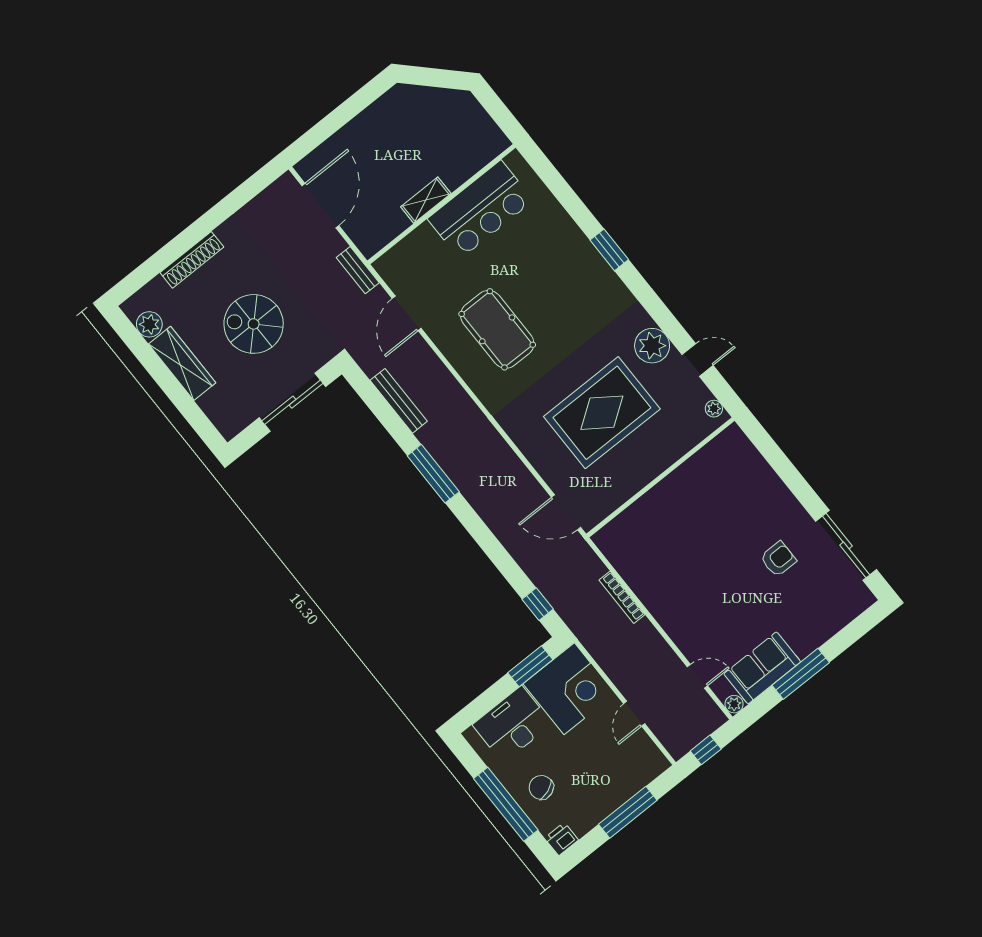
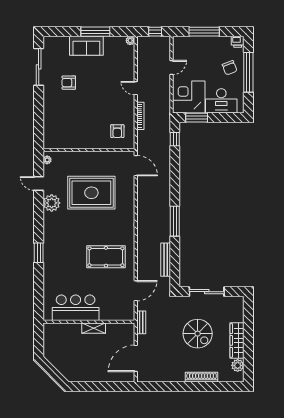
pool table: (497, 329) -> (106, 257), turned 90
armchair: (639, 544) -> (117, 131), added
sofa: (762, 668) -> (86, 46), moved
door: (697, 676) -> (136, 88), moved

